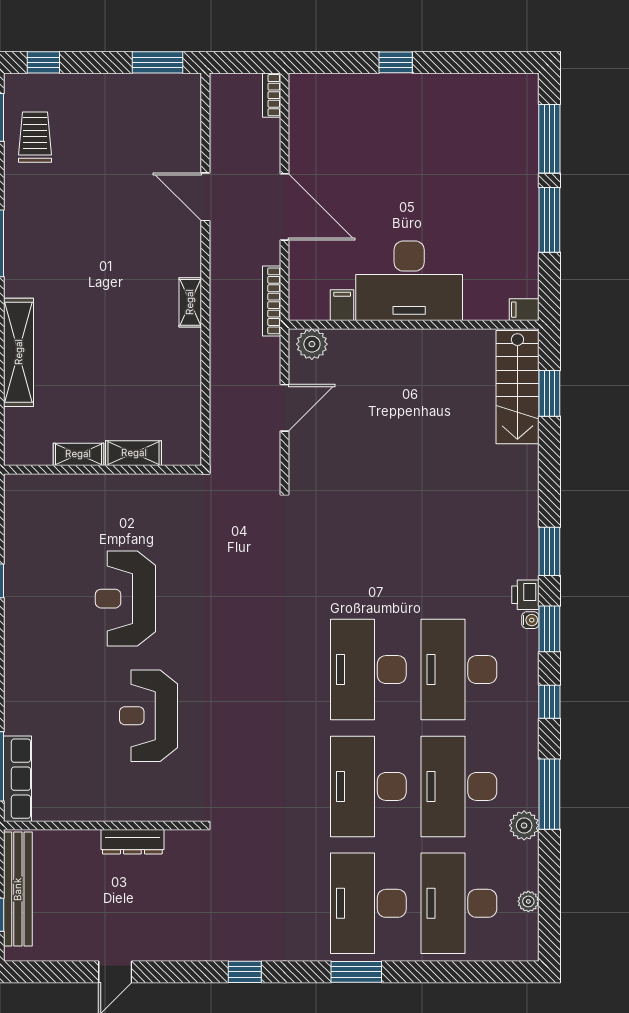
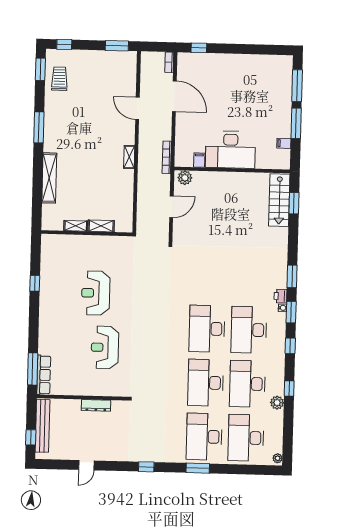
window: (396, 62) -> (199, 48), moved
door: (284, 207) -> (174, 96), moved
filing cabinet: (524, 310) -> (284, 143), moved
window: (549, 794) -> (289, 388), width x0.46
plant: (528, 901) -> (278, 458), moved

